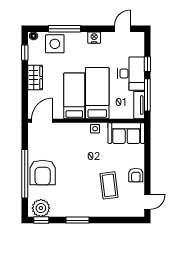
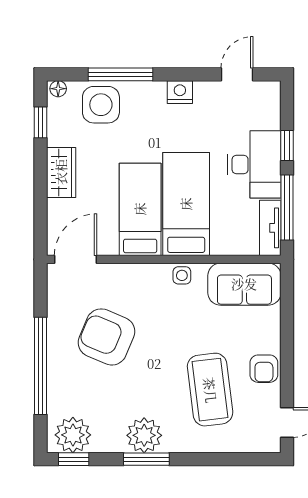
armchair: (43, 173) -> (106, 337), moved, turned 113
coffee table: (109, 185) -> (210, 390), width x1.36, depth x1.32
plant: (76, 208) -> (144, 435), added

